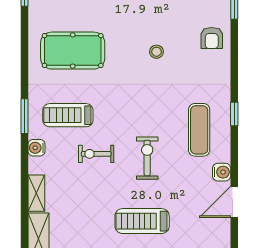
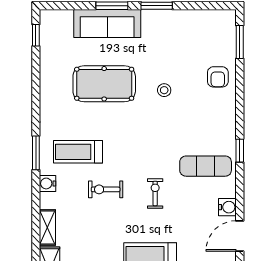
pool table: (73, 51) -> (104, 84), moved
exercise mat: (199, 130) -> (206, 166), turned 90
exercise bike: (147, 158) -> (155, 193), width x0.73, depth x0.72

